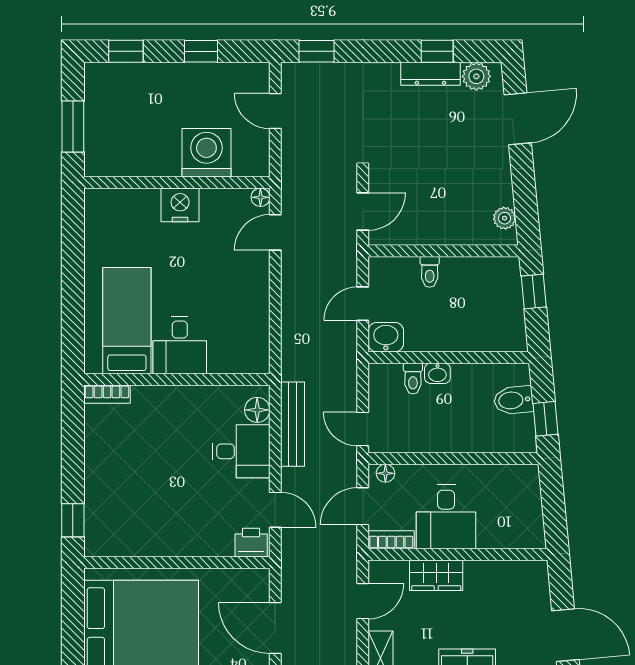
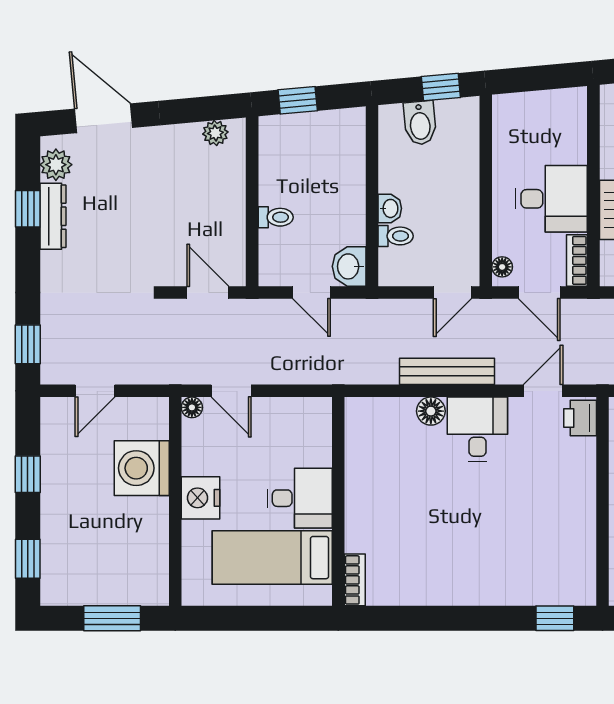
bed: (127, 321) -> (272, 558), moved
desk: (180, 345) -> (300, 498), moved
wall: (177, 379) -> (338, 501), moved
bookcase: (107, 394) -> (355, 580), moved

